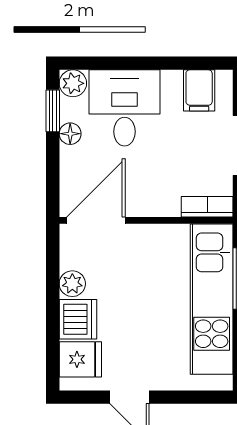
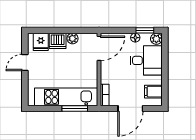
door: (96, 220) -> (99, 48), hinge flipped

